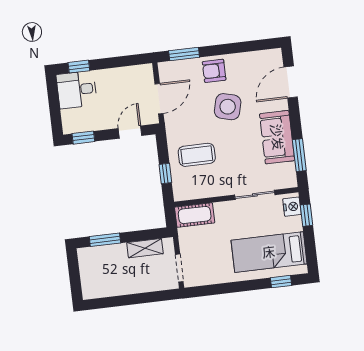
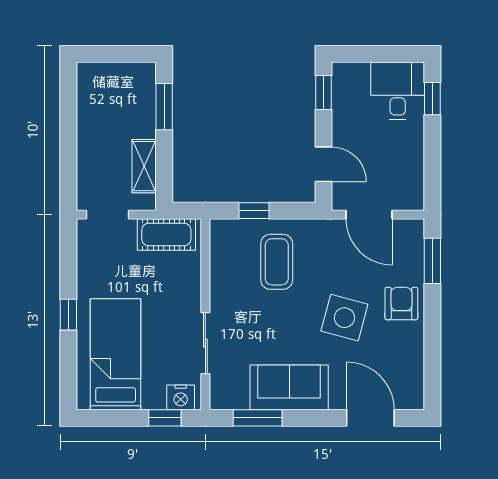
cot: (195, 215) -> (166, 234), moved, turned 90
window: (281, 282) -> (68, 315), moved

